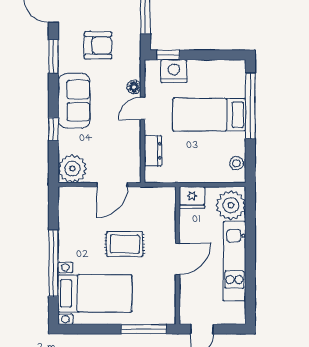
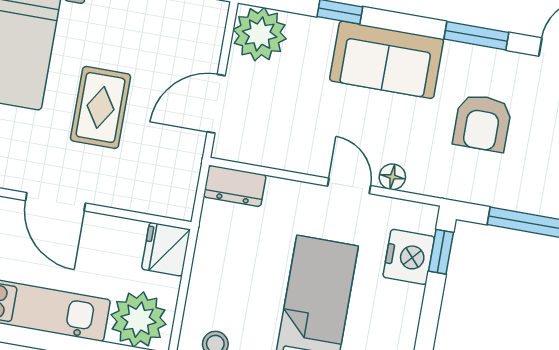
dresser: (153, 151) -> (235, 186), moved
door: (112, 185) -> (216, 104), hinge flipped

